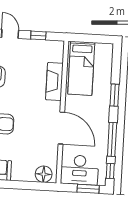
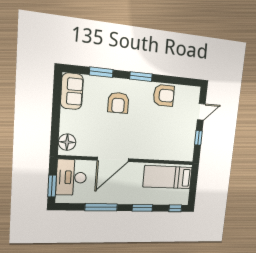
fireplace: (54, 82) -> (157, 153), removed
window: (110, 171) -> (175, 208), moved

